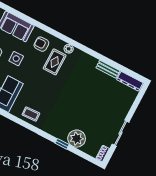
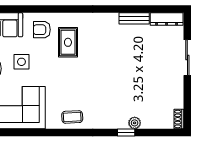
plant: (69, 49) -> (76, 19), removed
sliding door: (121, 133) -> (187, 58), moved
plant: (77, 139) -> (135, 123), width x0.53, depth x0.53

